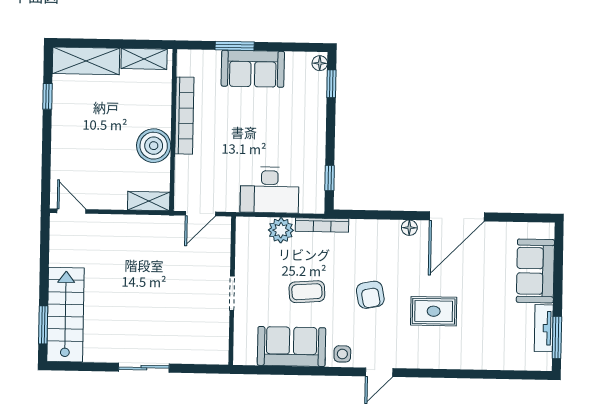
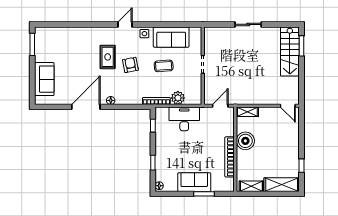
window: (331, 84) -> (153, 163), moved
rug: (434, 311) -> (108, 57), moved, turned 90
tv unit: (544, 328) -> (39, 49), removed

